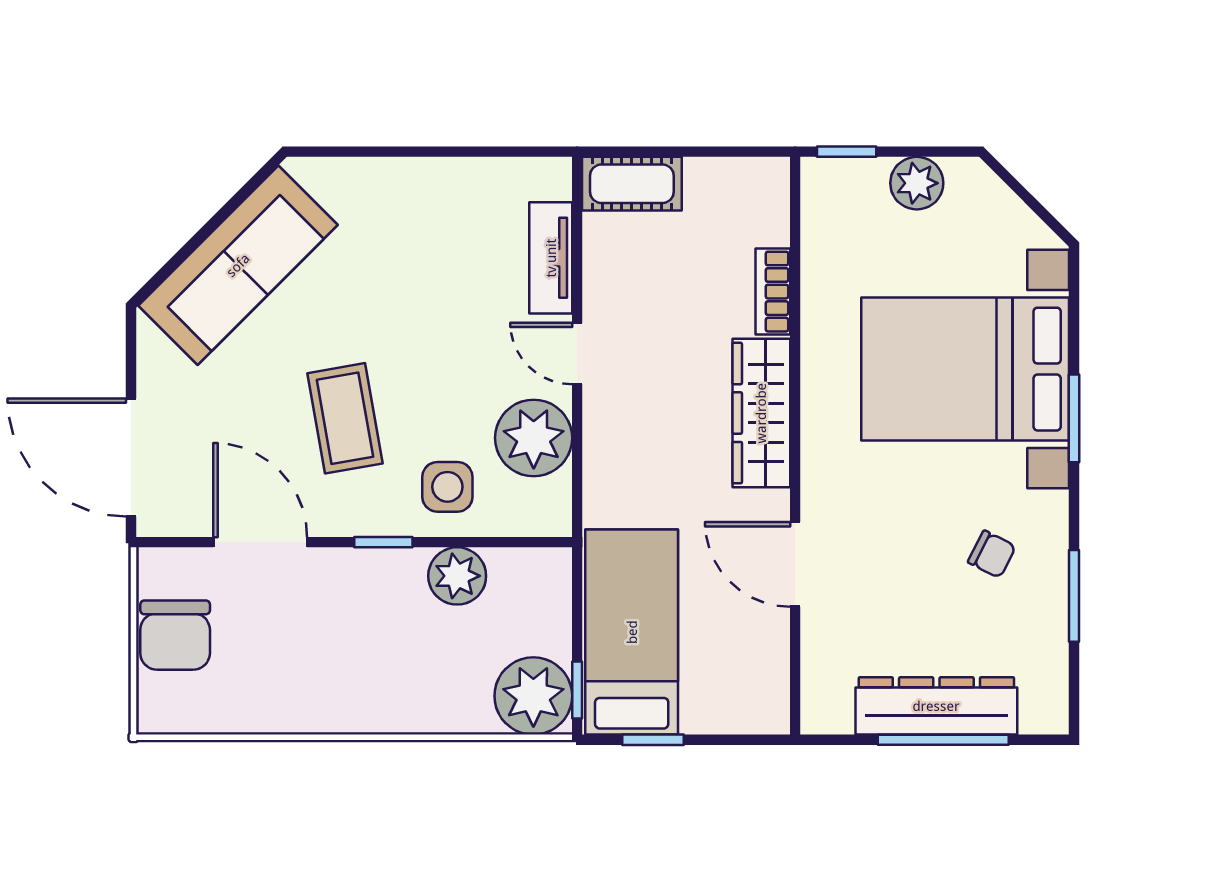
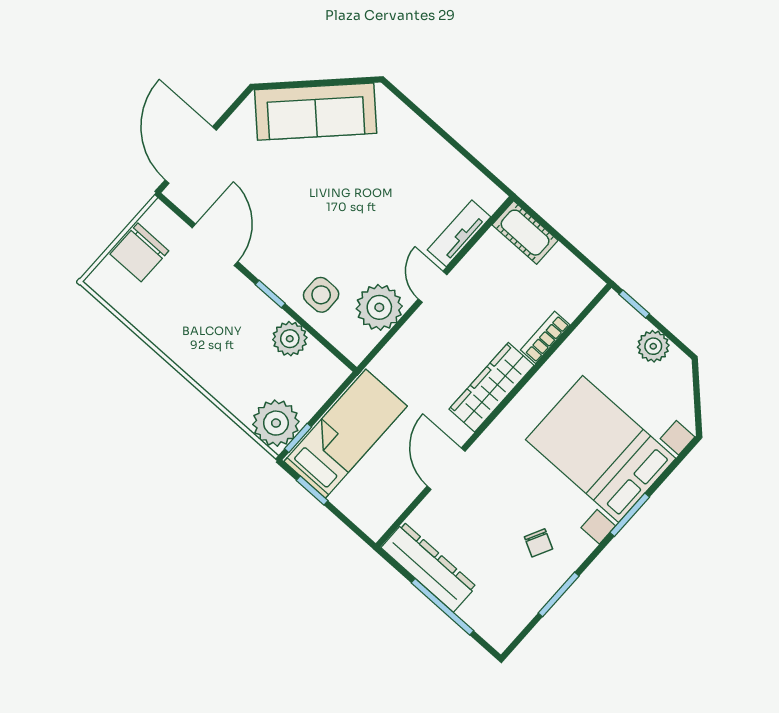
coffee table: (345, 418) -> (302, 223), removed
dresser: (936, 706) -> (429, 567), moved

